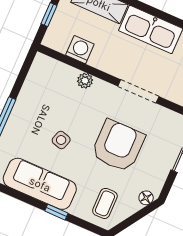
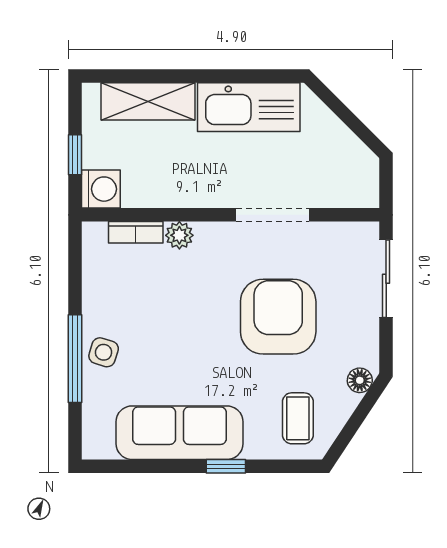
washing machine: (80, 50) -> (101, 189), moved, turned 90
bookcase: (63, 69) -> (136, 232), added
side table: (61, 140) -> (104, 352), moved

